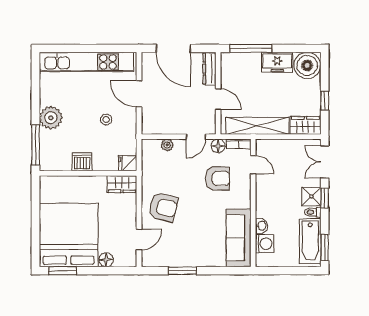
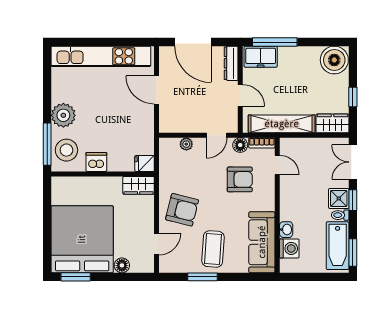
freezer: (277, 62) -> (261, 57), moved
stool: (106, 120) -> (66, 150), moved, width x1.89, depth x1.89
coffee table: (192, 244) -> (213, 249), added

